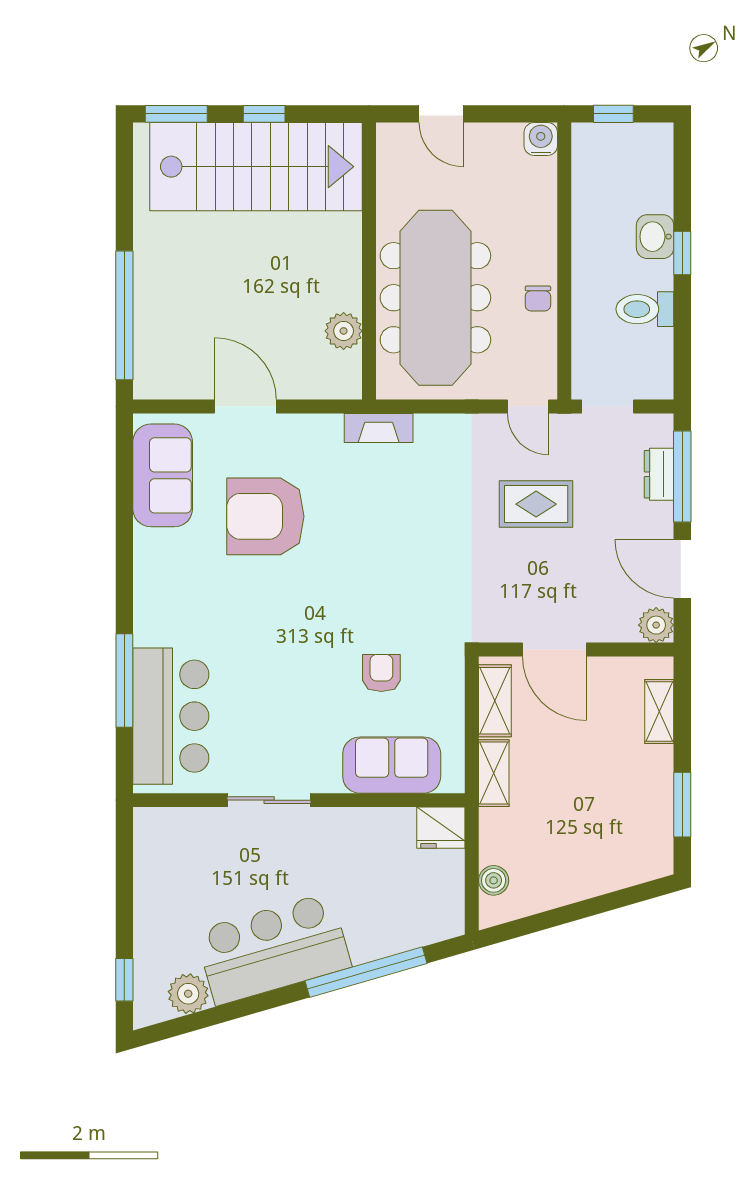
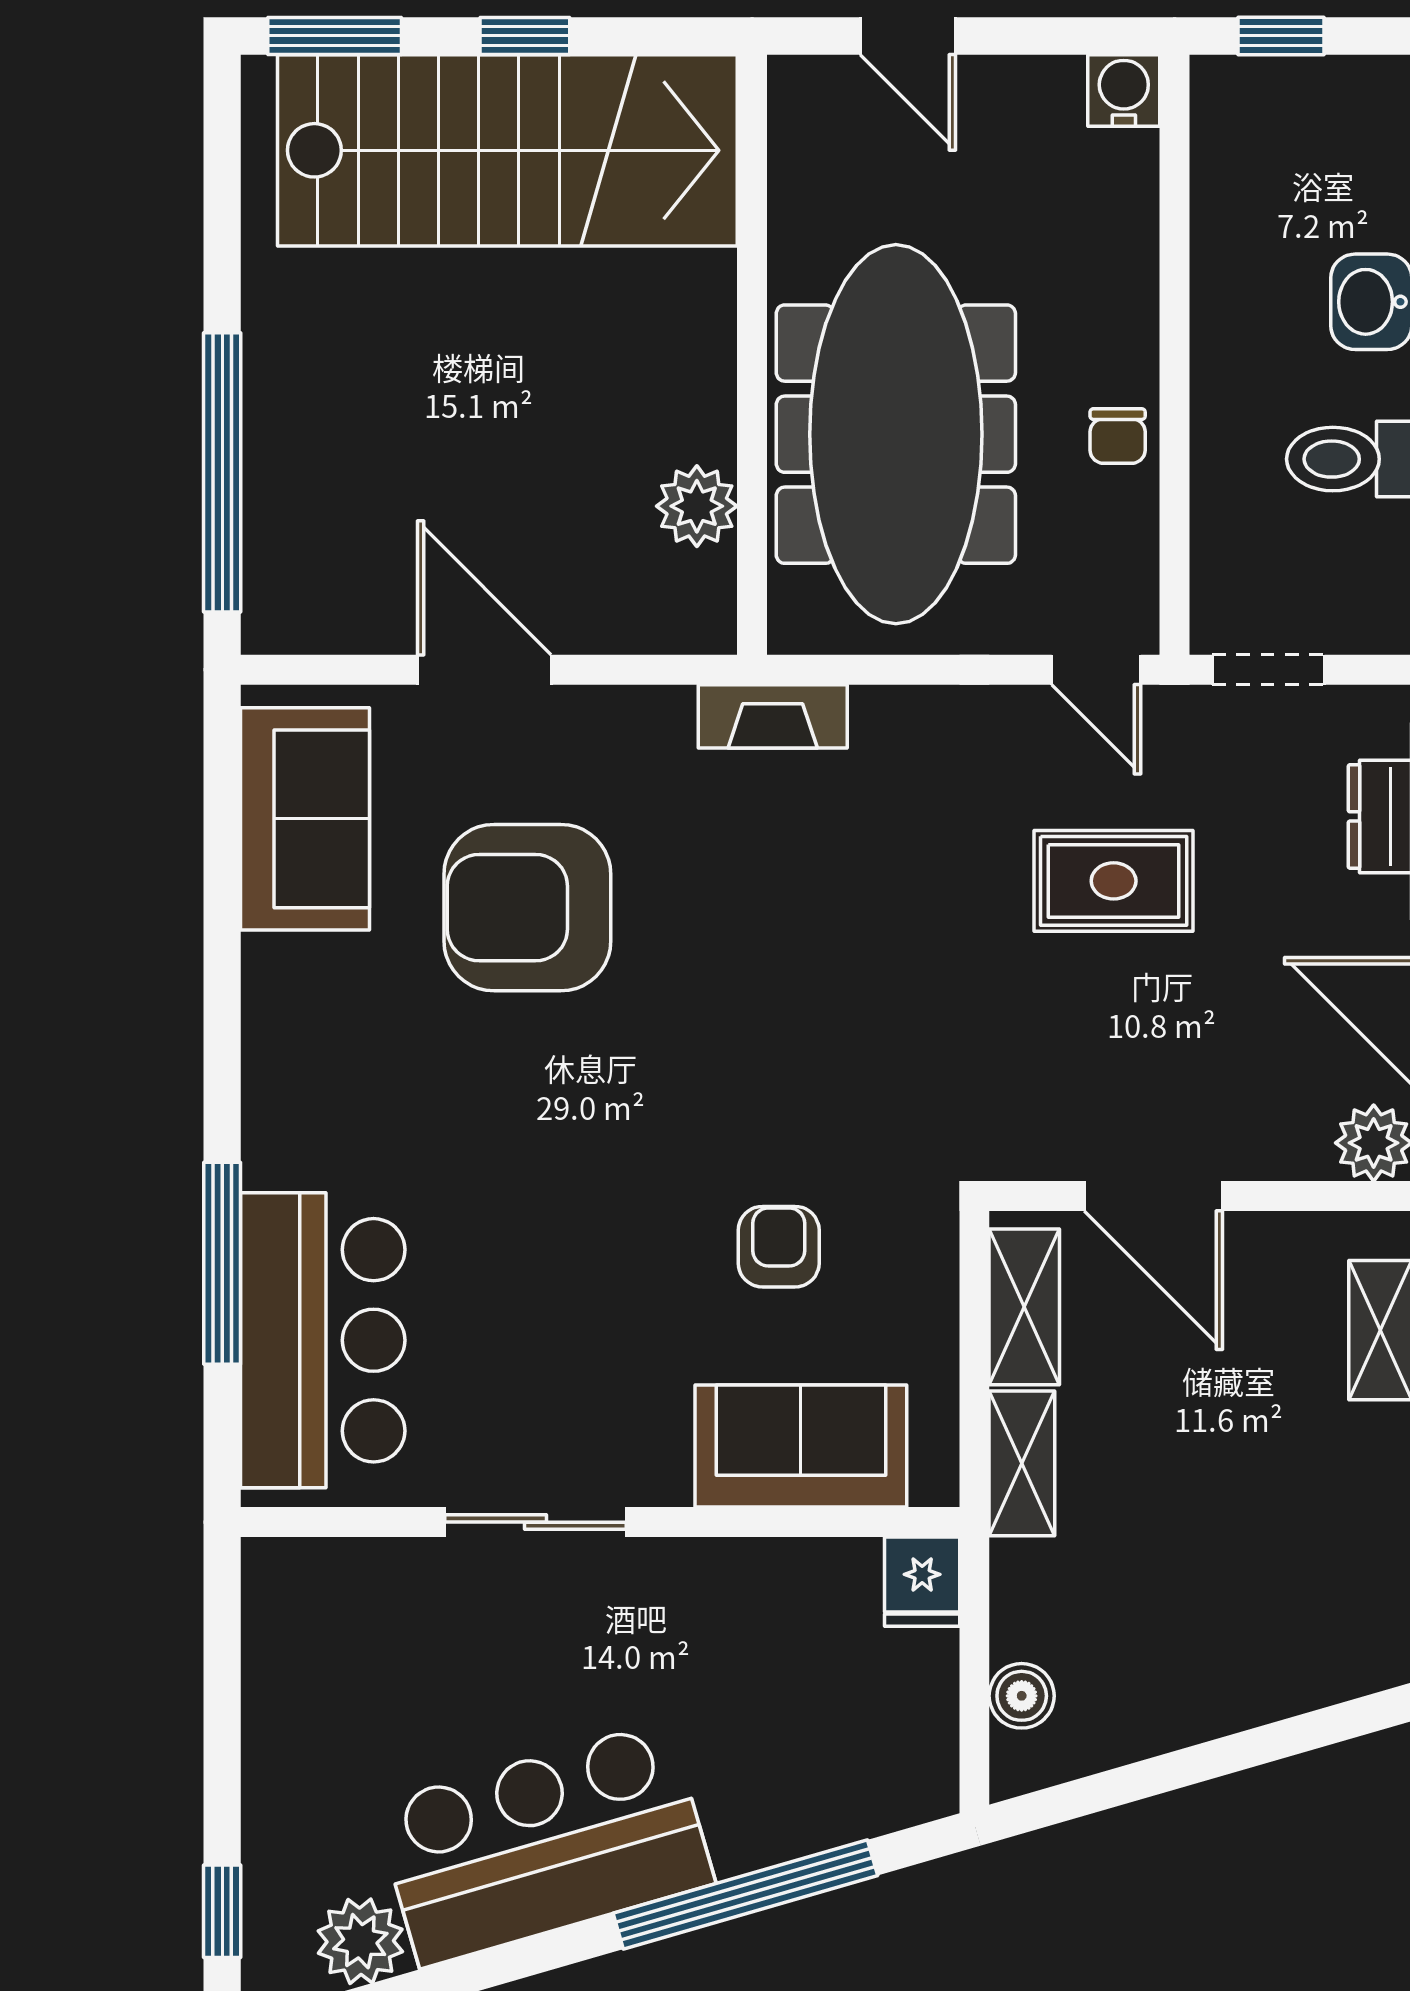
fridge: (441, 828) -> (922, 1582), width x0.72

